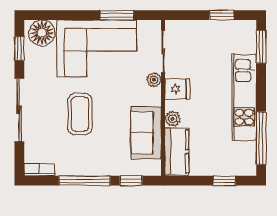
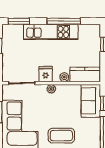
plant: (154, 80) -> (51, 89), moved
sofa: (146, 133) -> (91, 101), moved, turned 90
window: (261, 138) -> (64, 21), moved

